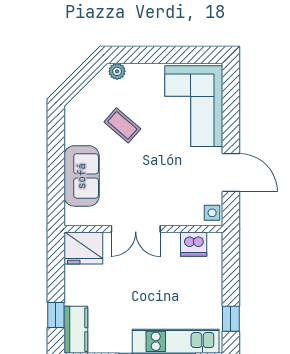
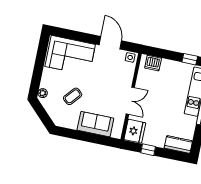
door: (231, 173) -> (110, 43), hinge flipped
dishwasher: (194, 244) -> (153, 63), moved, turned 90
window: (56, 315) -> (148, 150), moved

